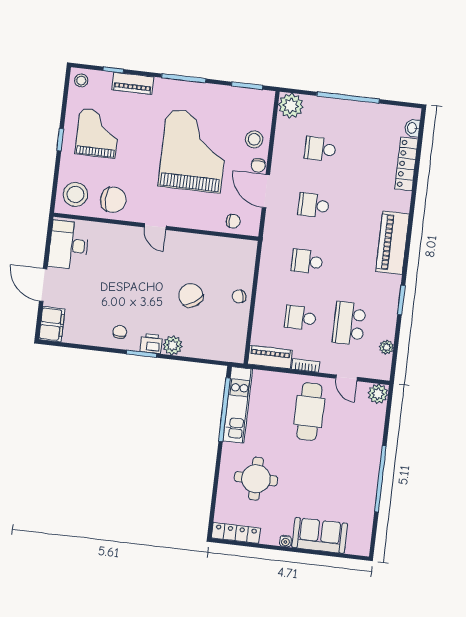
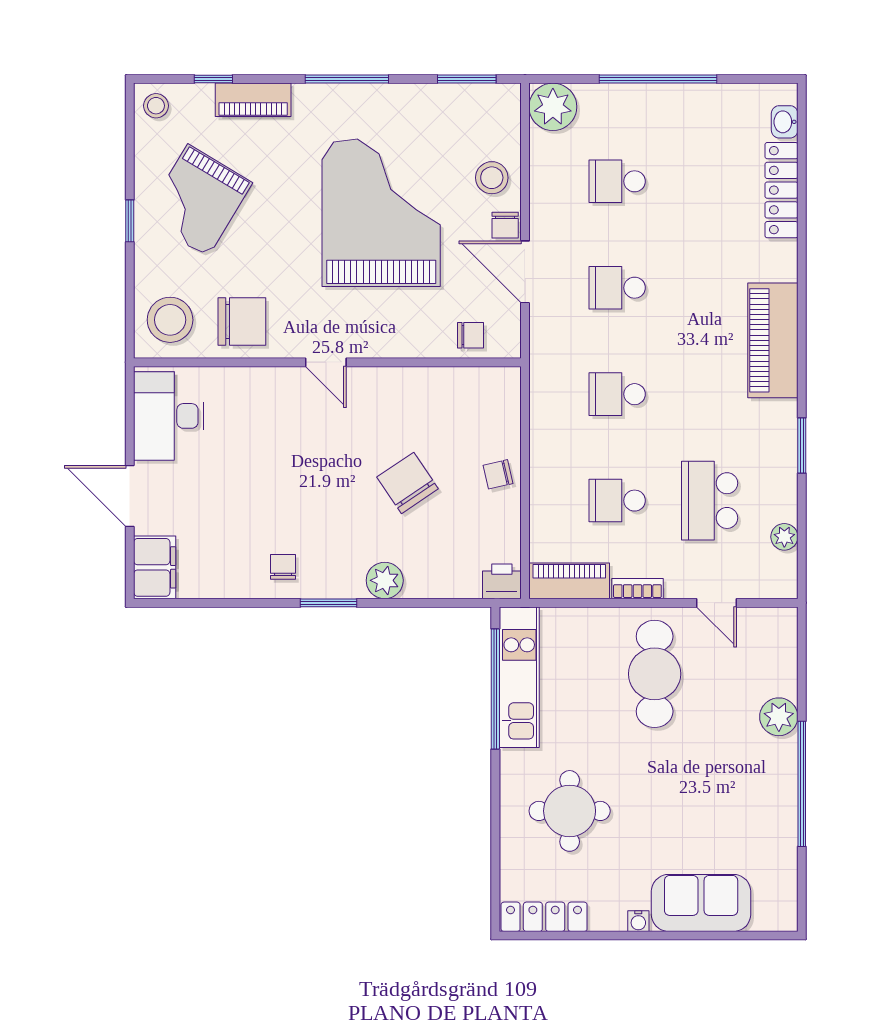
grand piano: (98, 133) -> (198, 201), turned -149
printer: (151, 343) -> (502, 581), moved
plant: (378, 394) -> (779, 717), moved

